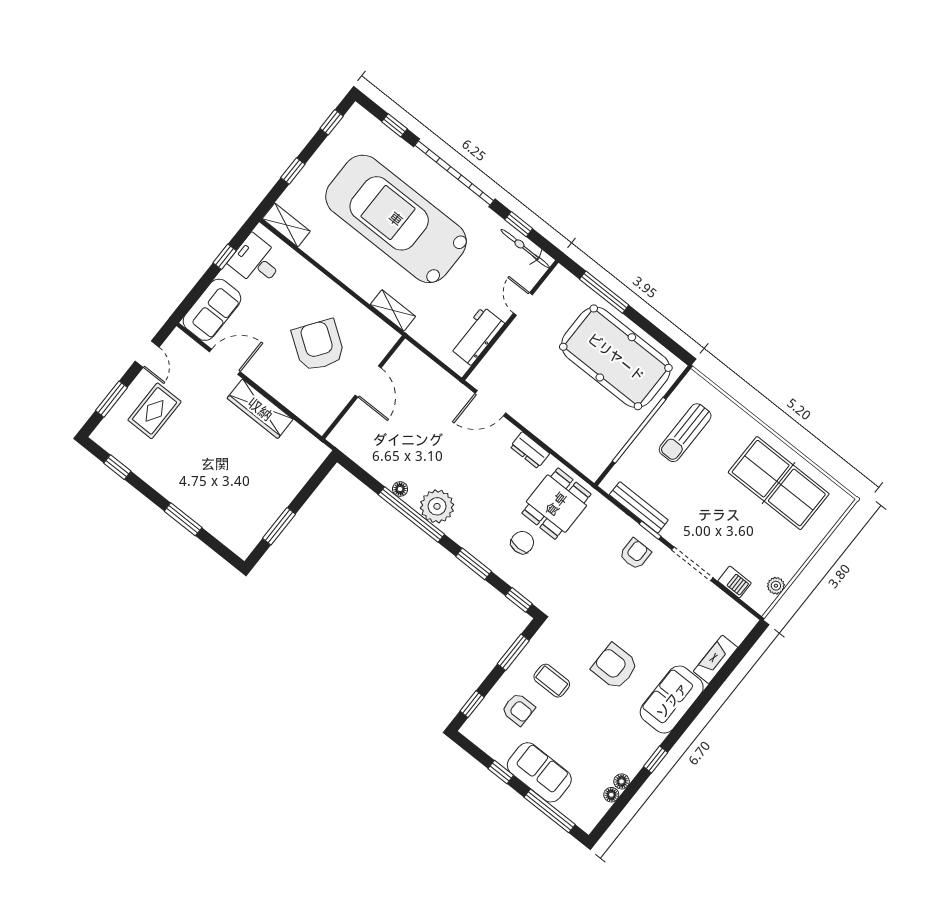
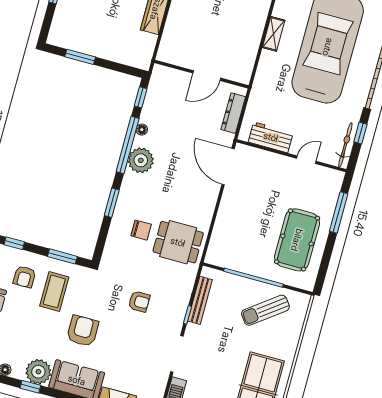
shelving: (393, 310) -> (274, 34), moved
armchair: (318, 345) -> (217, 30), removed
pool table: (616, 357) -> (297, 240), width x0.73, depth x0.76
door: (490, 403) -> (228, 167), width x1.36
sun lounger: (685, 433) -> (265, 310), turned -37
dresser: (530, 450) -> (233, 113), moved, width x1.44
armchair: (635, 554) -> (139, 301), moved
window: (519, 600) -> (141, 97), moved
coffee table: (552, 681) -> (54, 291), width x1.36, depth x1.30
plant: (641, 742) -> (38, 372), added

